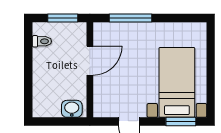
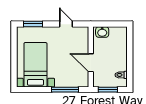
door: (90, 61) -> (91, 63), hinge flipped
bed with nightstands: (177, 82) -> (35, 65), moved, turned 180

